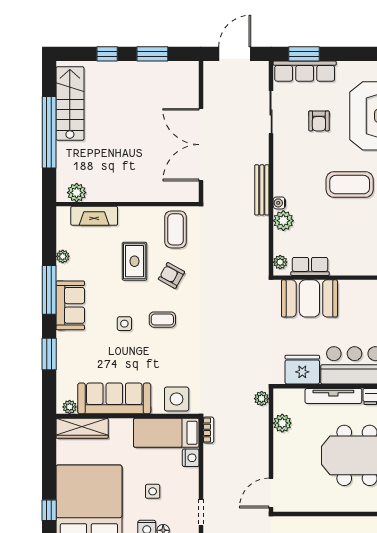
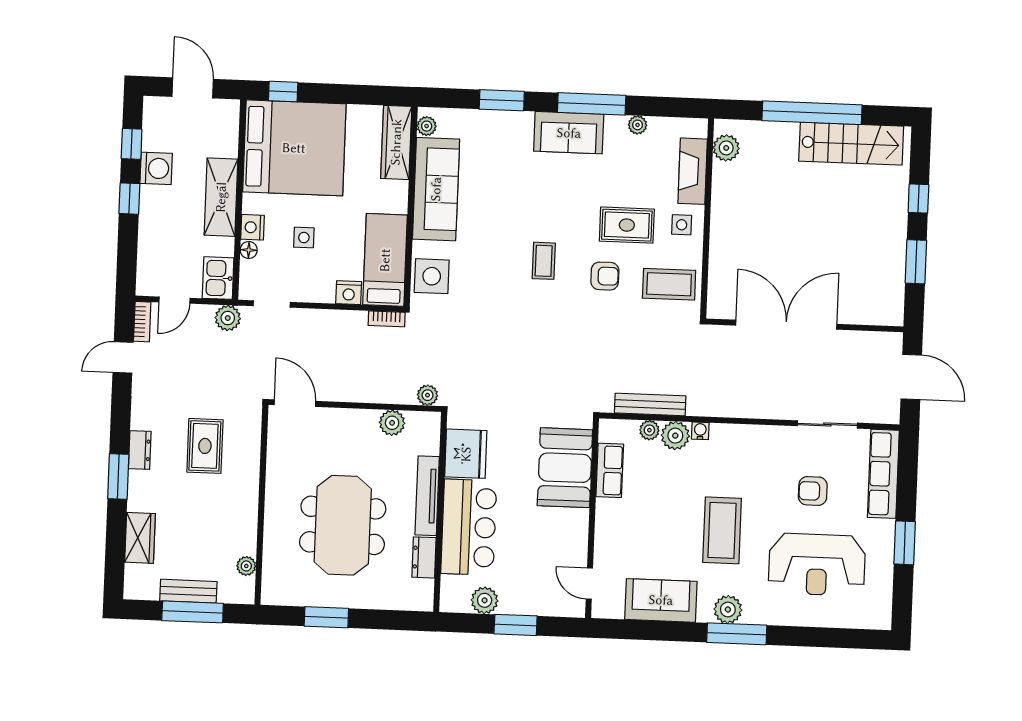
window: (304, 54) -> (905, 543), moved
bench: (262, 190) -> (650, 404), moved
plant: (280, 262) -> (649, 430), moved
armchair: (171, 275) -> (605, 276), turned 61
side table: (124, 324) -> (682, 225), moved

